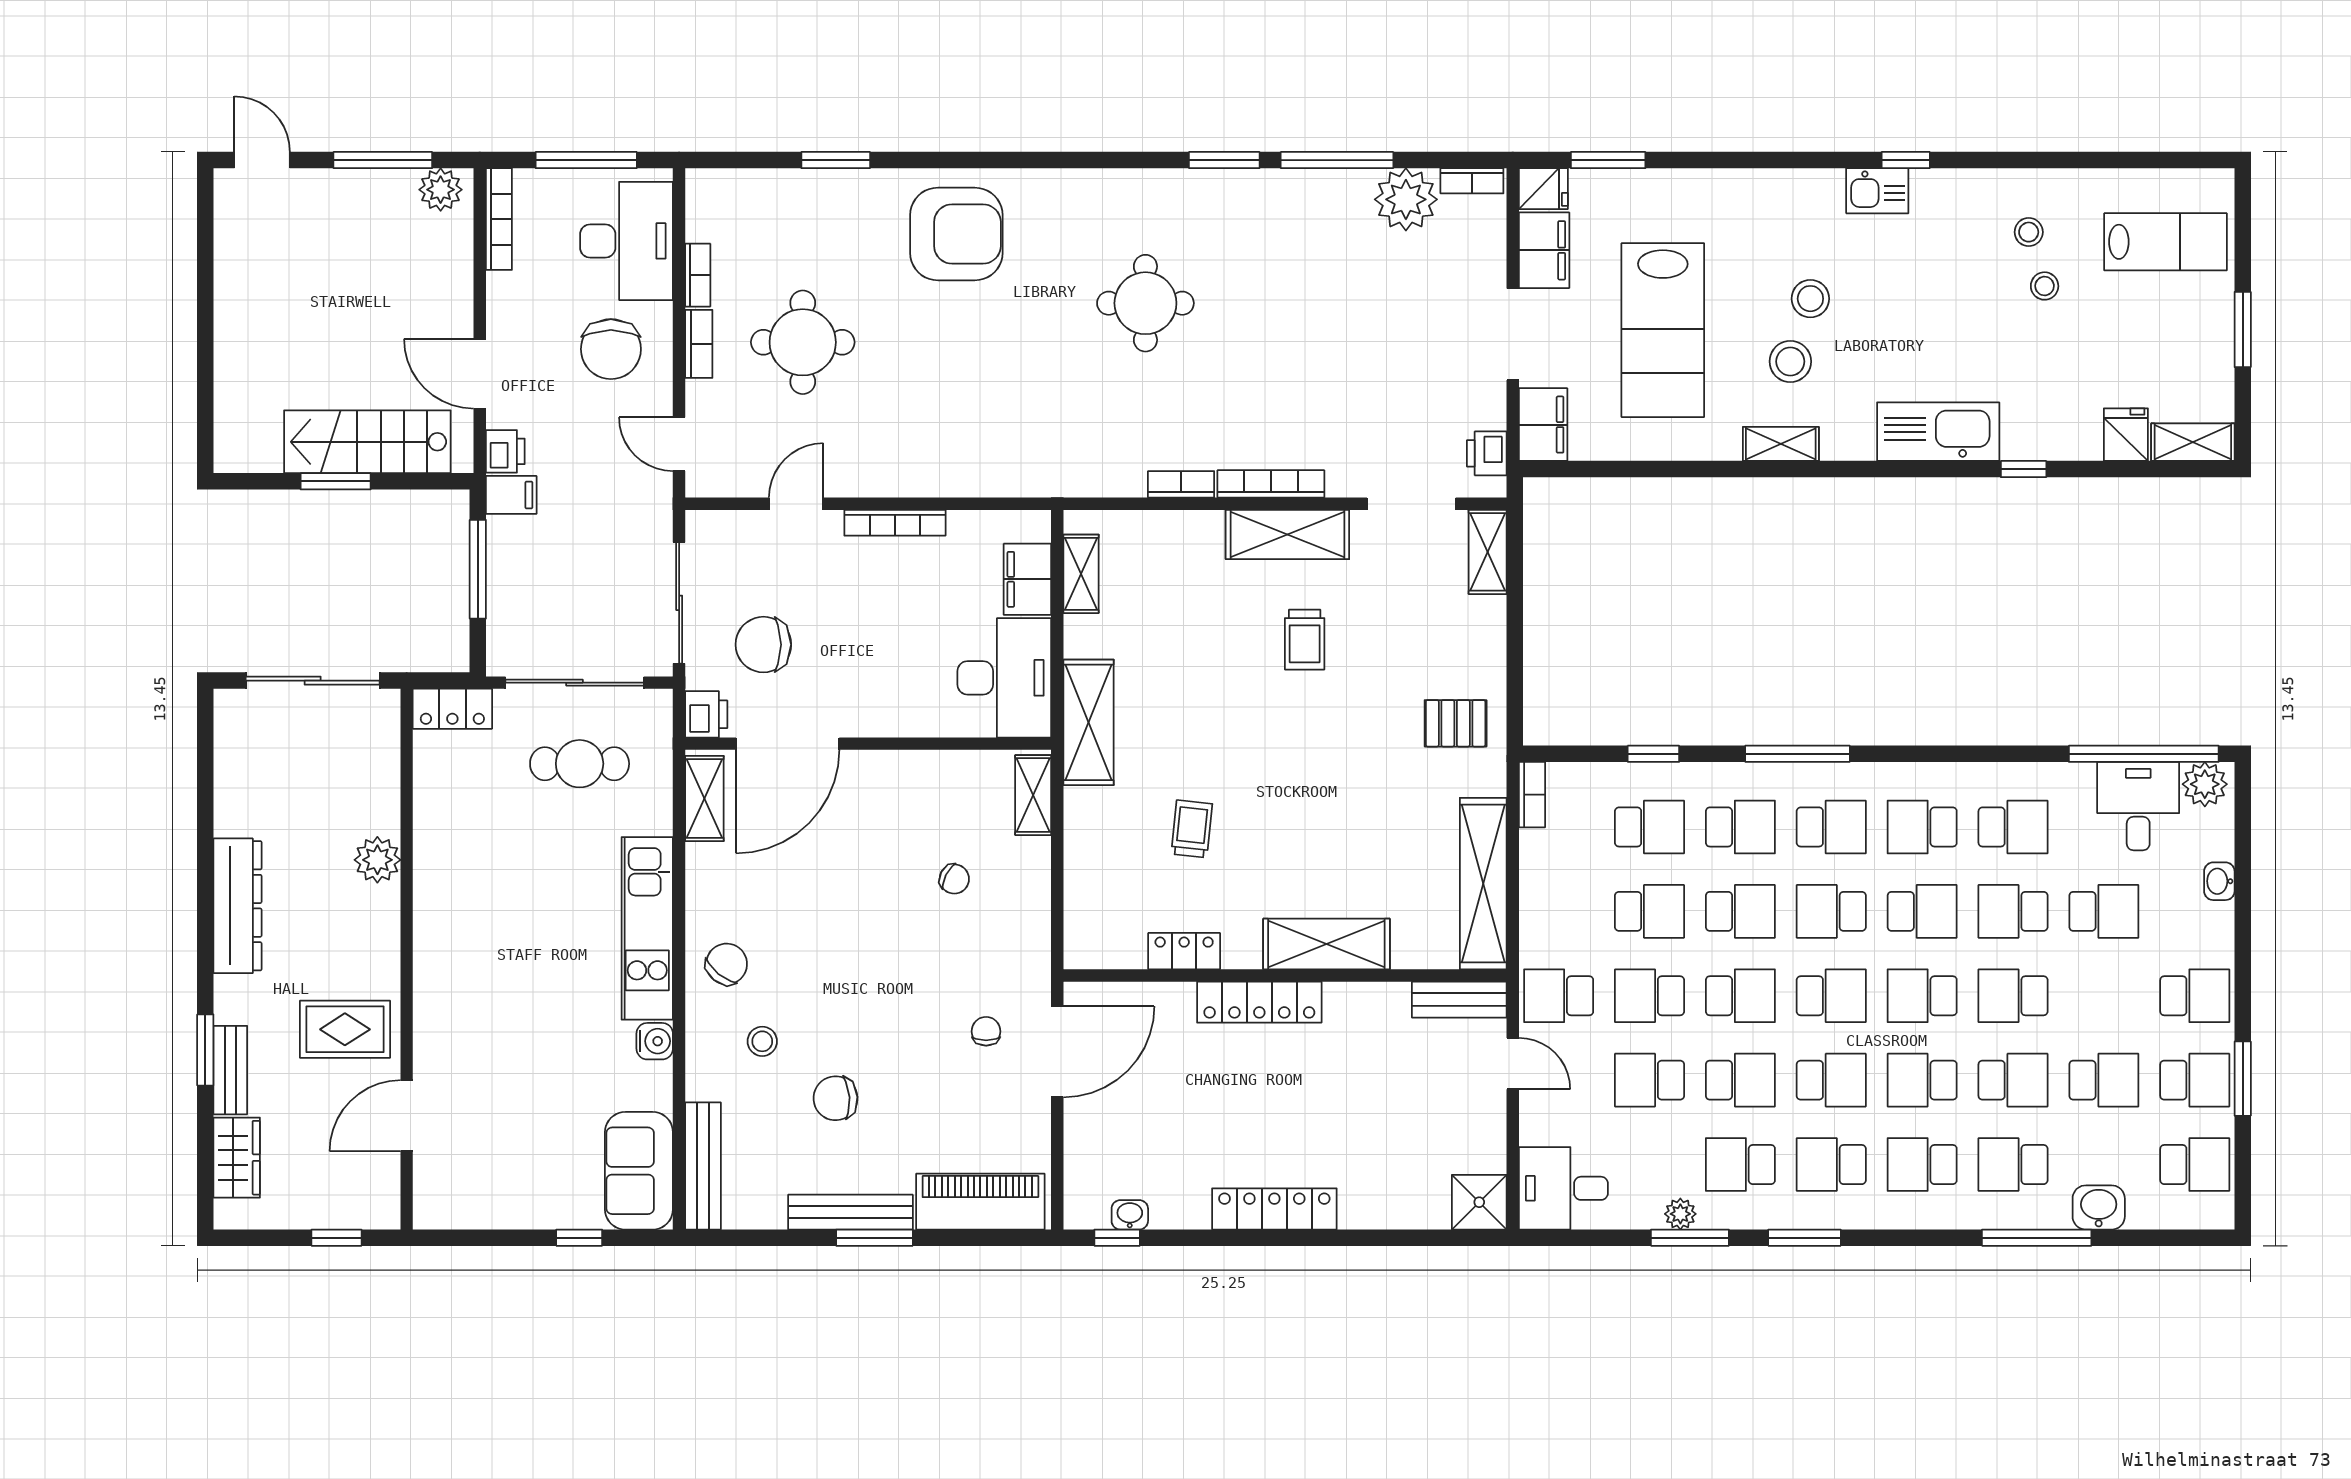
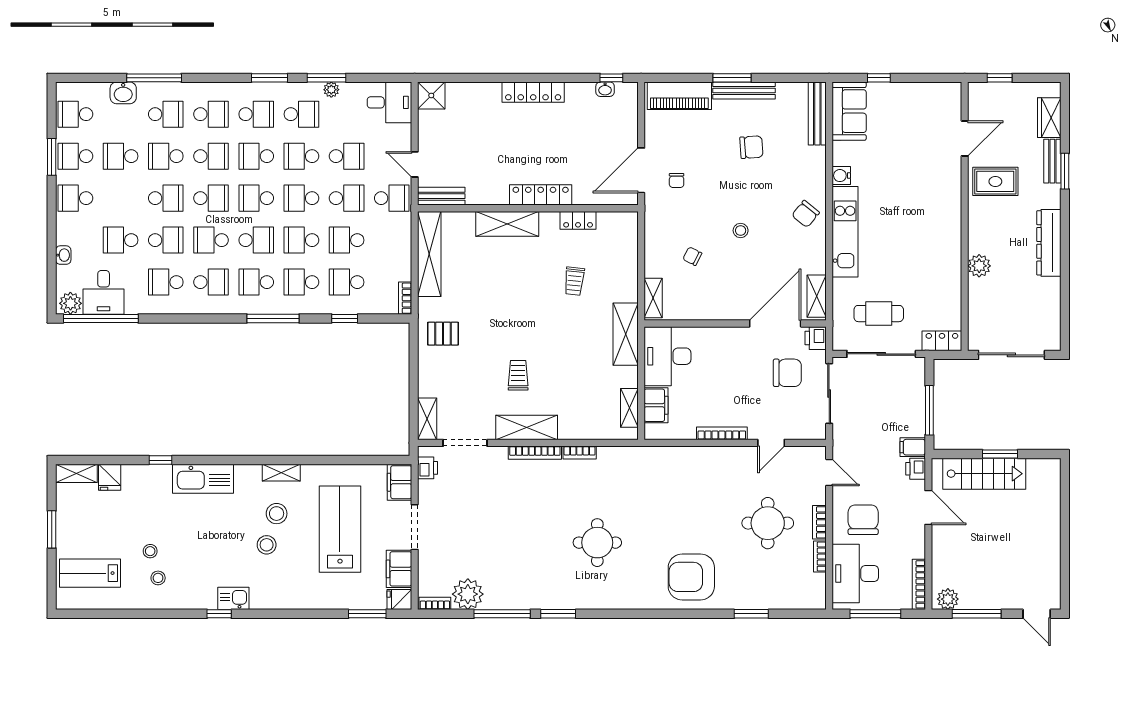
stool: (762, 1041) -> (741, 230), moved

